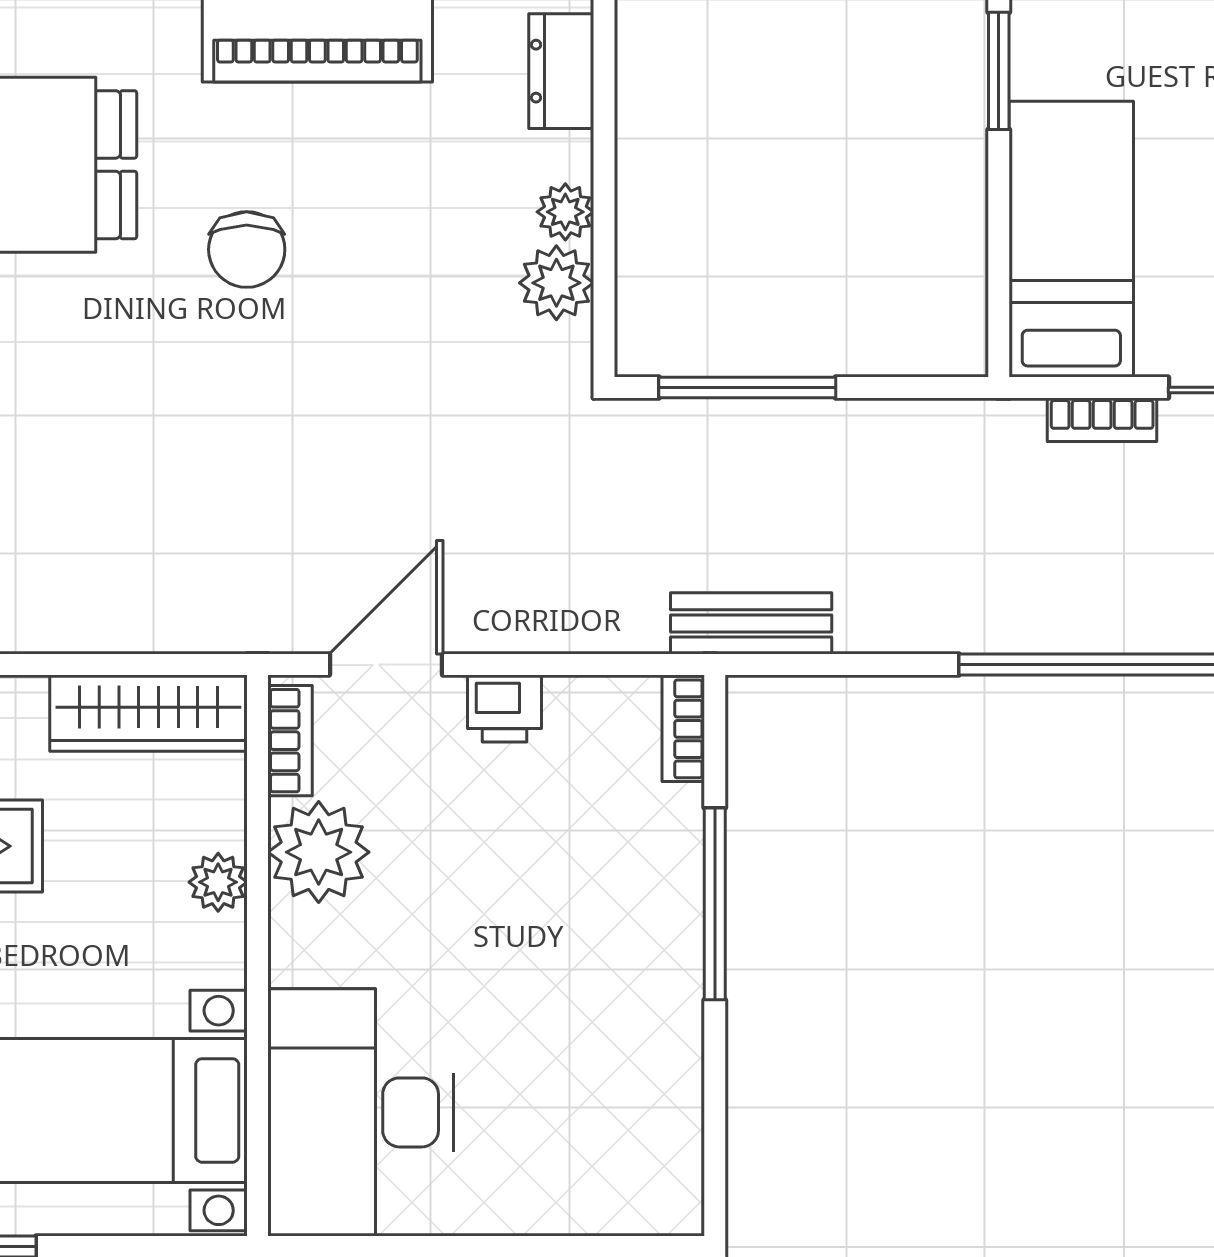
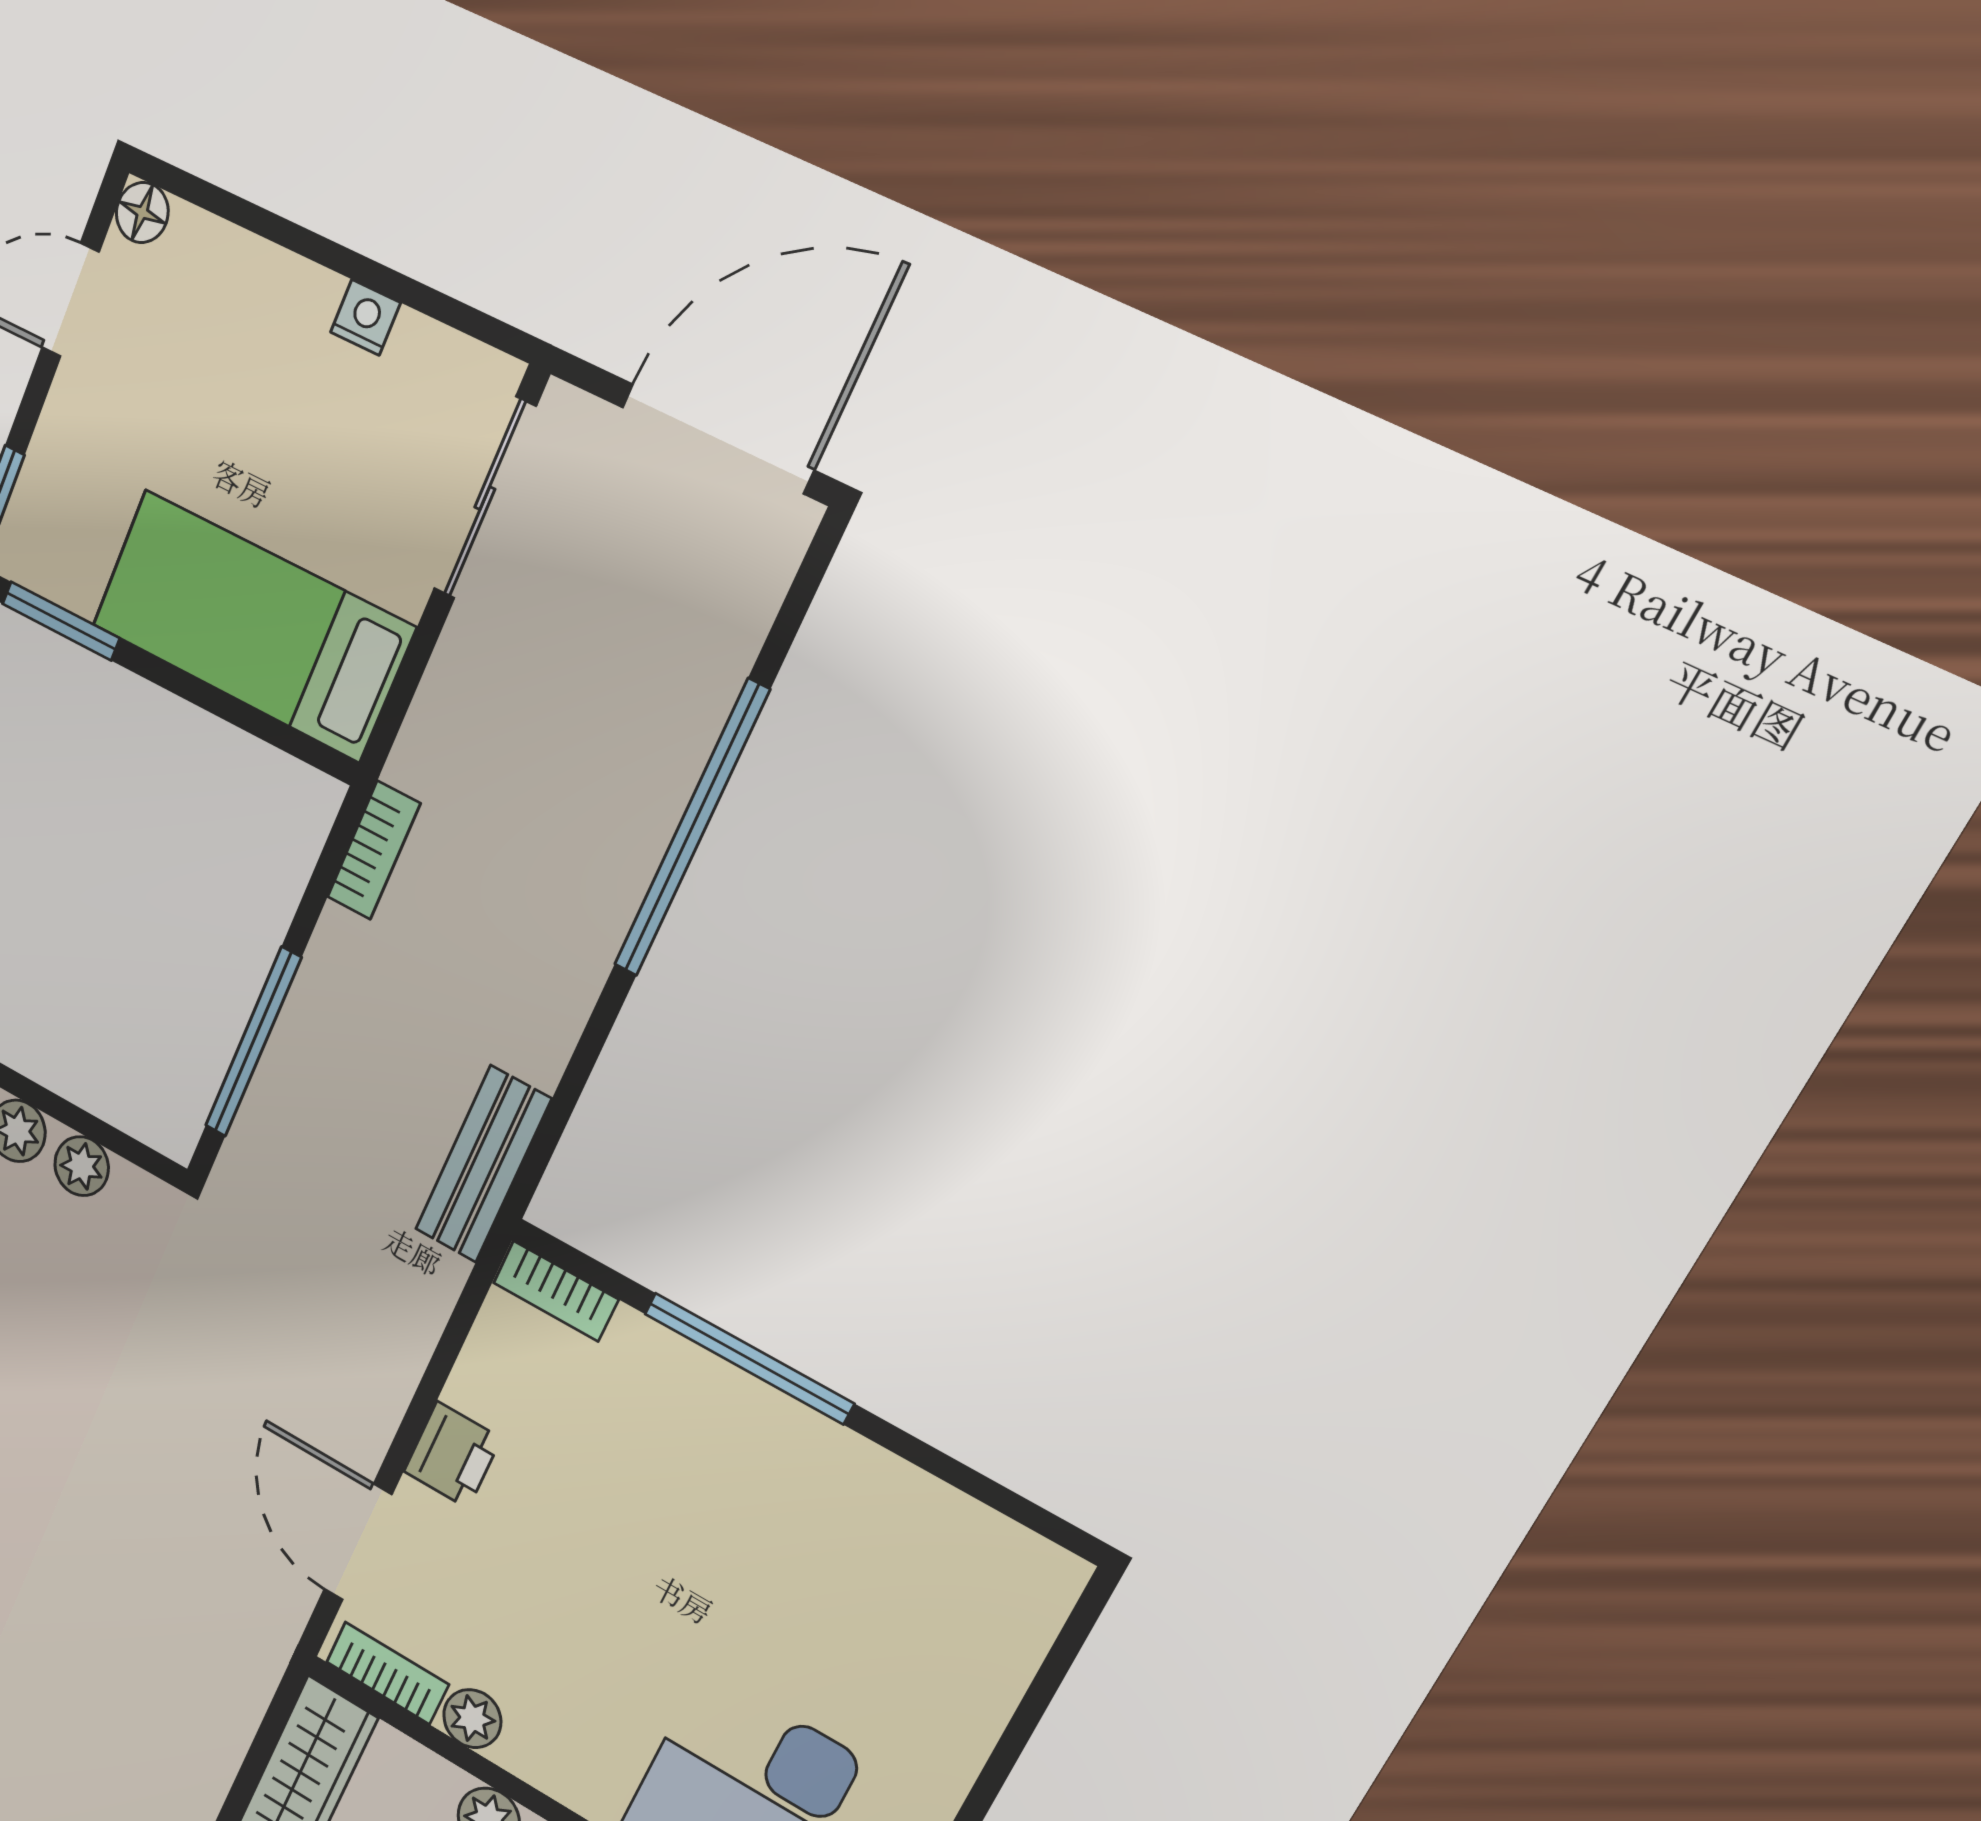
plant: (556, 283) -> (82, 1166), width x0.73, depth x0.73
bookcase: (1102, 420) -> (374, 850), moved
plant: (319, 852) -> (472, 1719), width x0.53, depth x0.53

